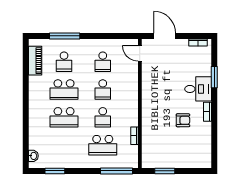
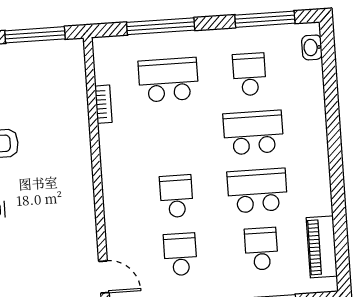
school desk: (103, 117) -> (249, 74), moved
window: (55, 171) -> (265, 19), width x1.44
window: (117, 171) -> (161, 26), moved
window: (165, 171) -> (35, 35), width x1.44

